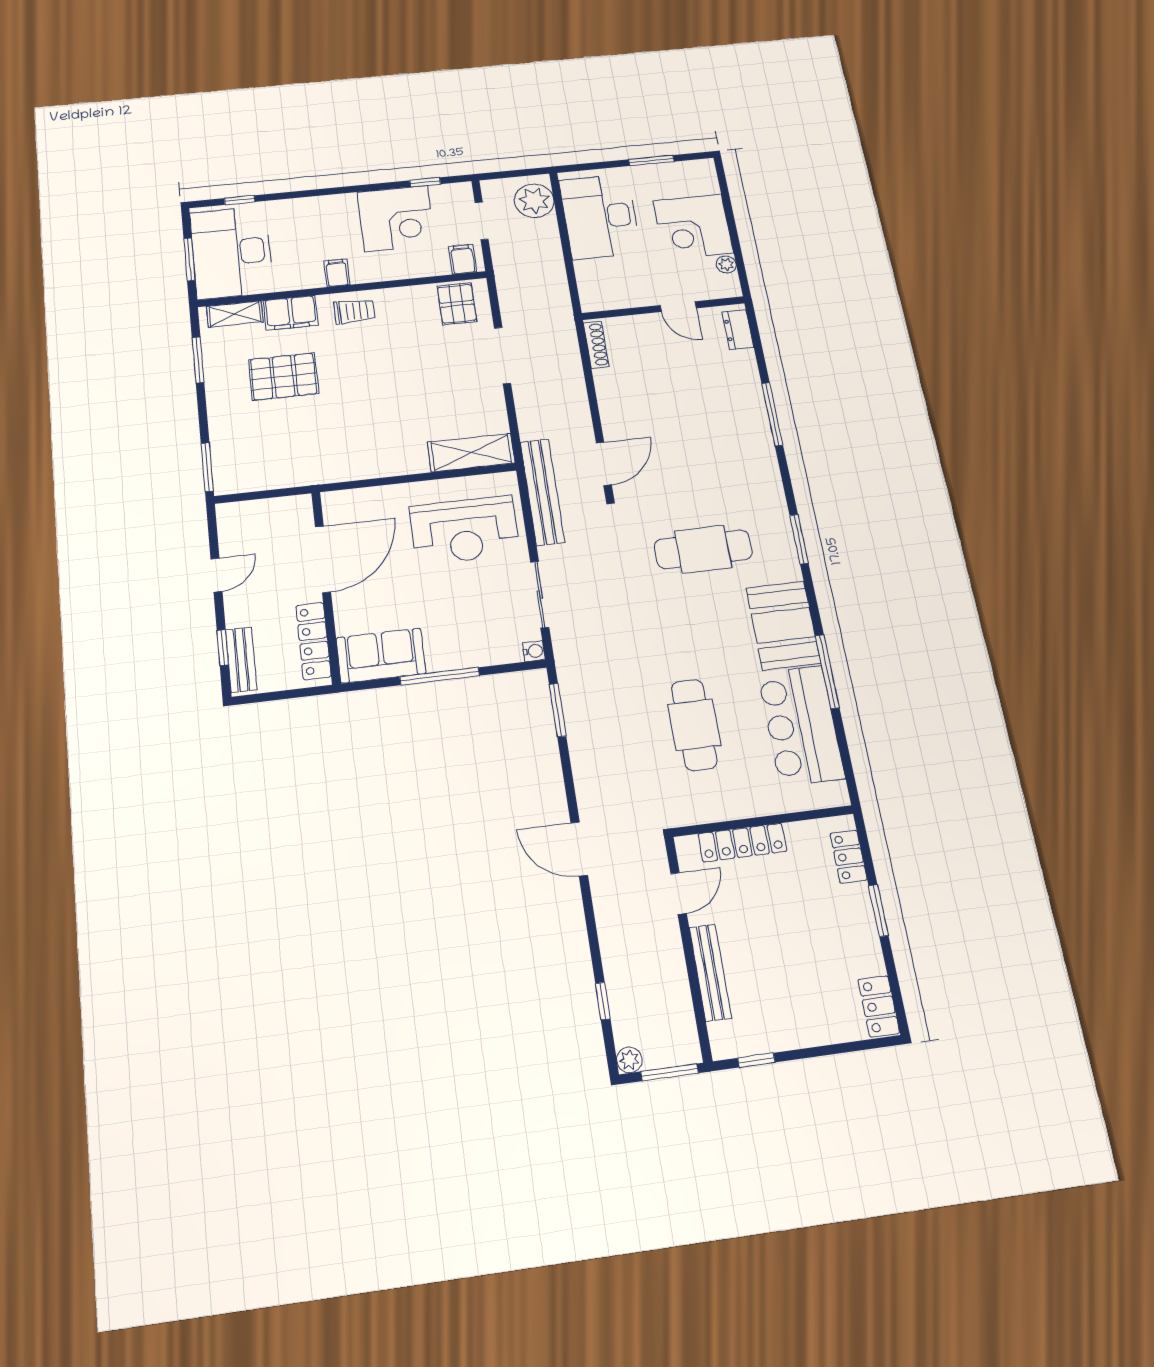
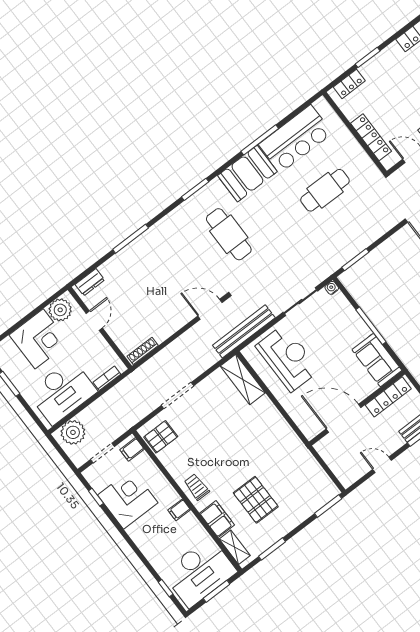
plant: (726, 264) -> (60, 310), width x1.87, depth x1.87
bookcase: (585, 280) -> (107, 378), added

